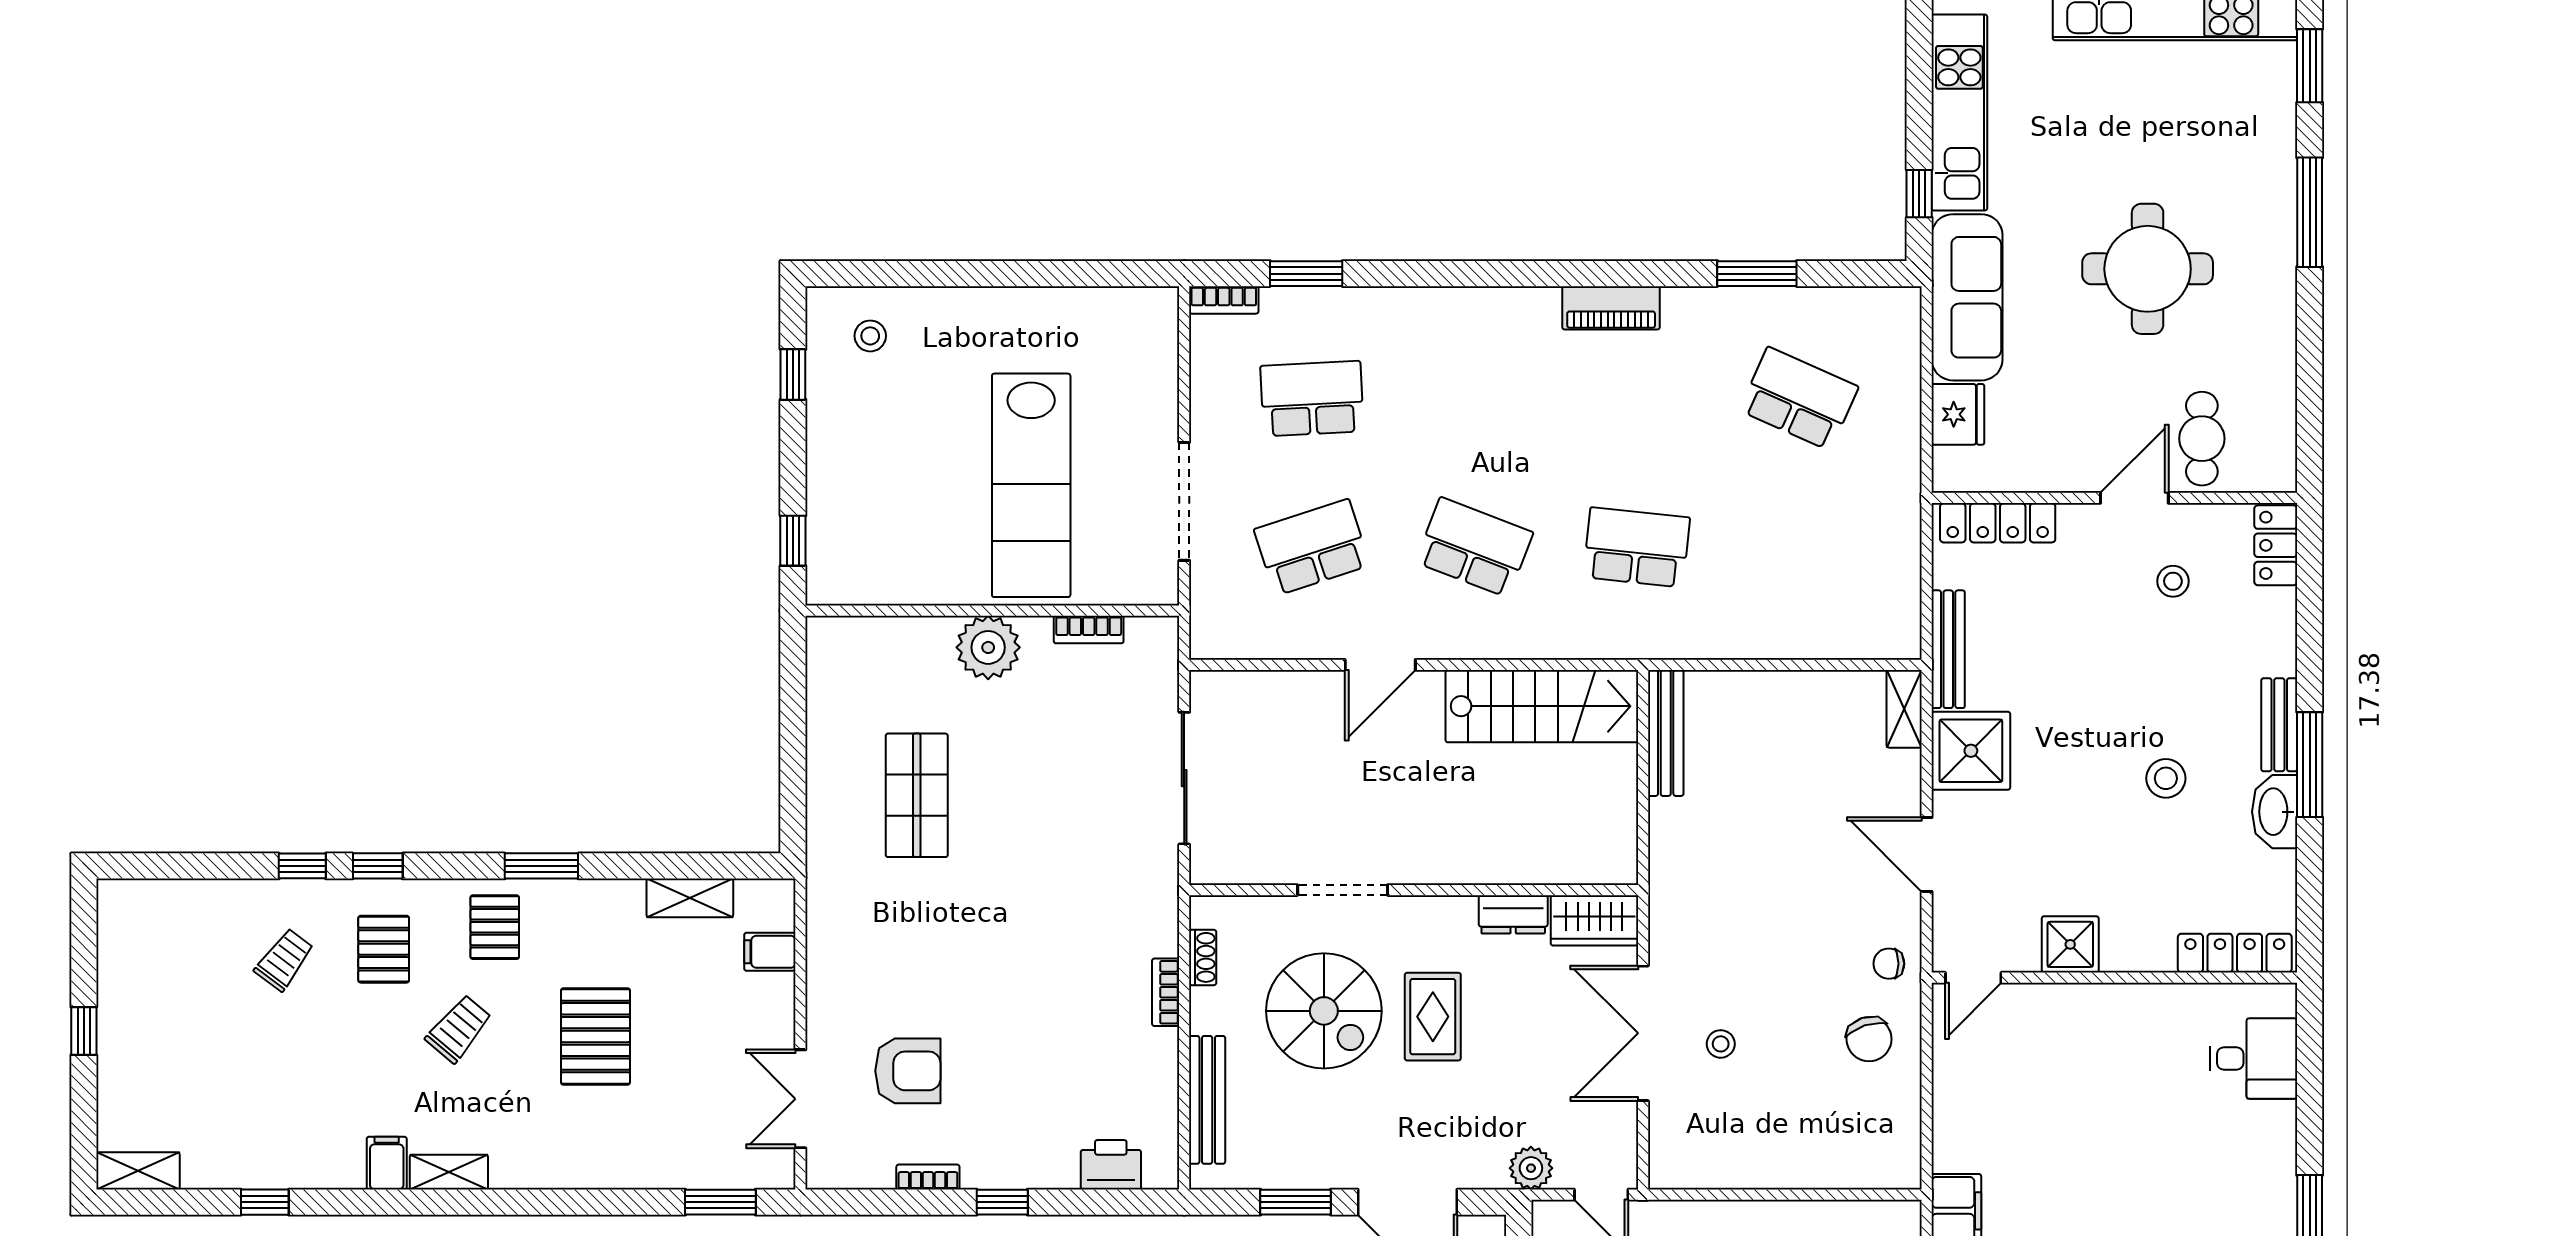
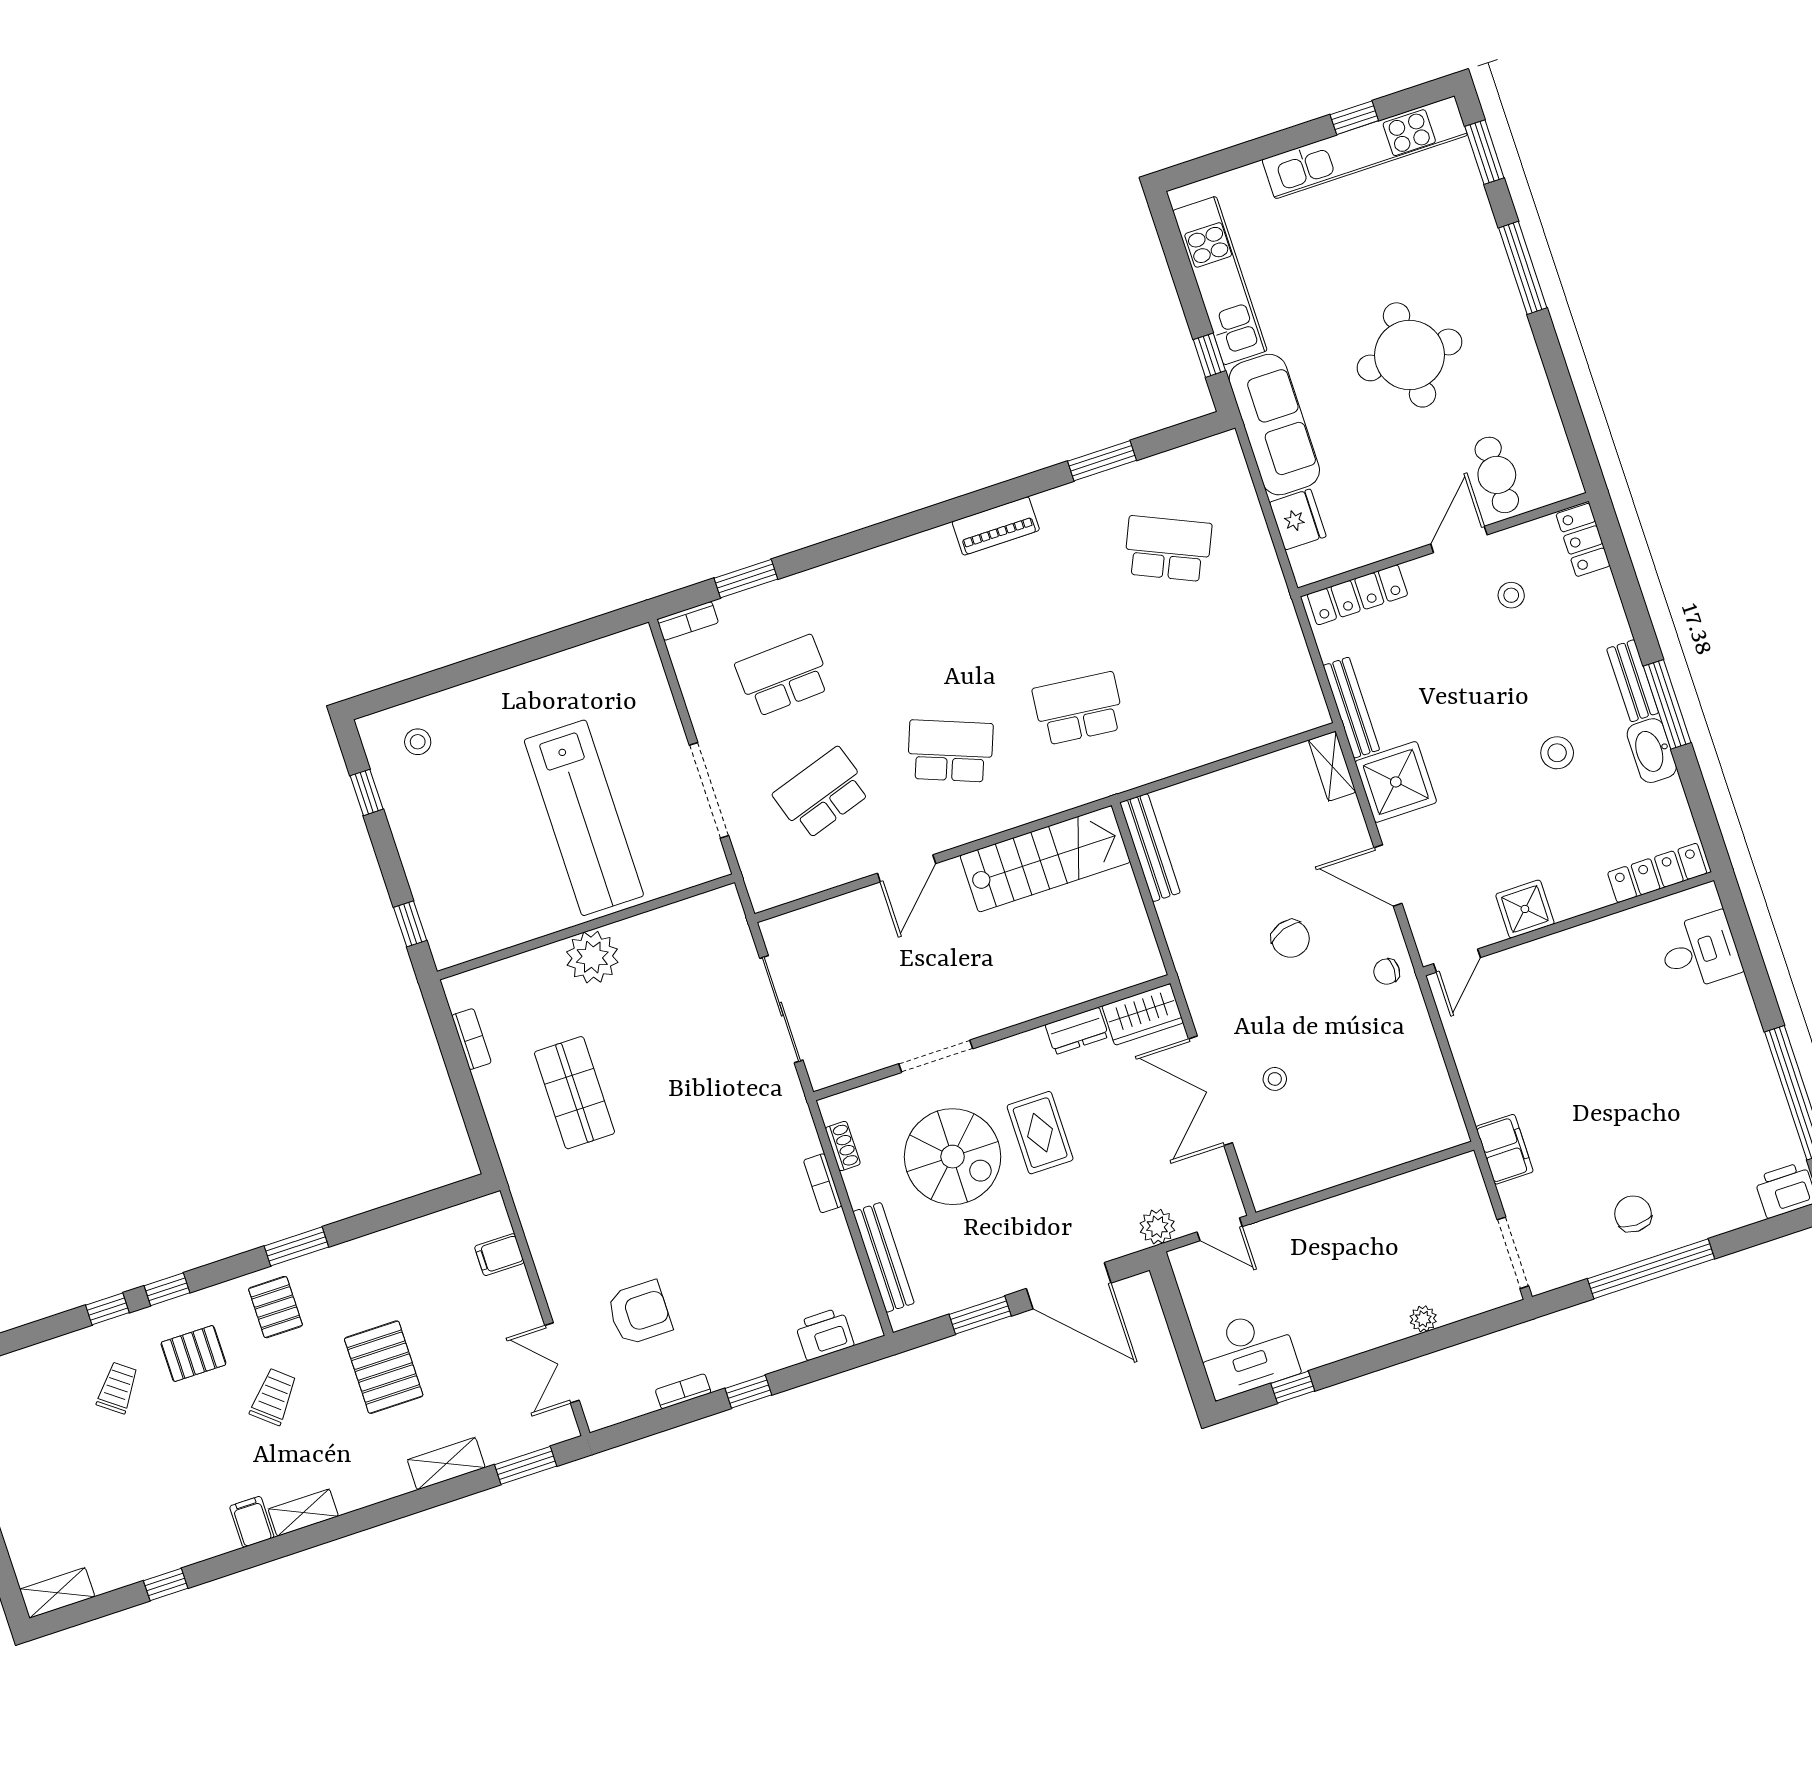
bookcase: (1089, 630) -> (471, 1039), moved, turned -90
shelving: (690, 898) -> (446, 1464), moved
pallet: (384, 949) -> (193, 1353), turned 90
chair: (1869, 1039) -> (1290, 939), moved

